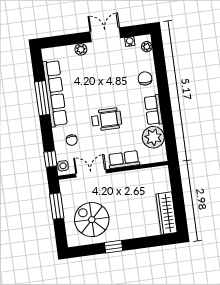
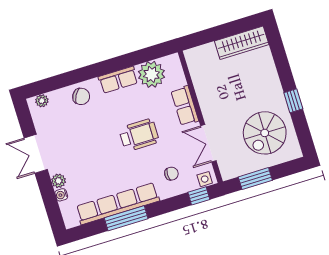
water cooler: (130, 42) -> (61, 195), moved
chair: (145, 78) -> (81, 96), turned -151
wheelchair: (107, 119) -> (139, 135), turned 90

